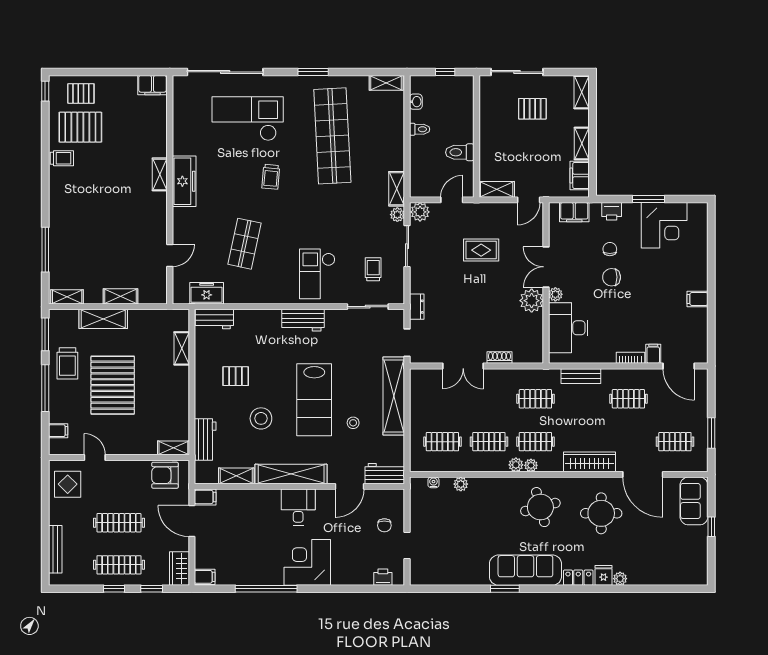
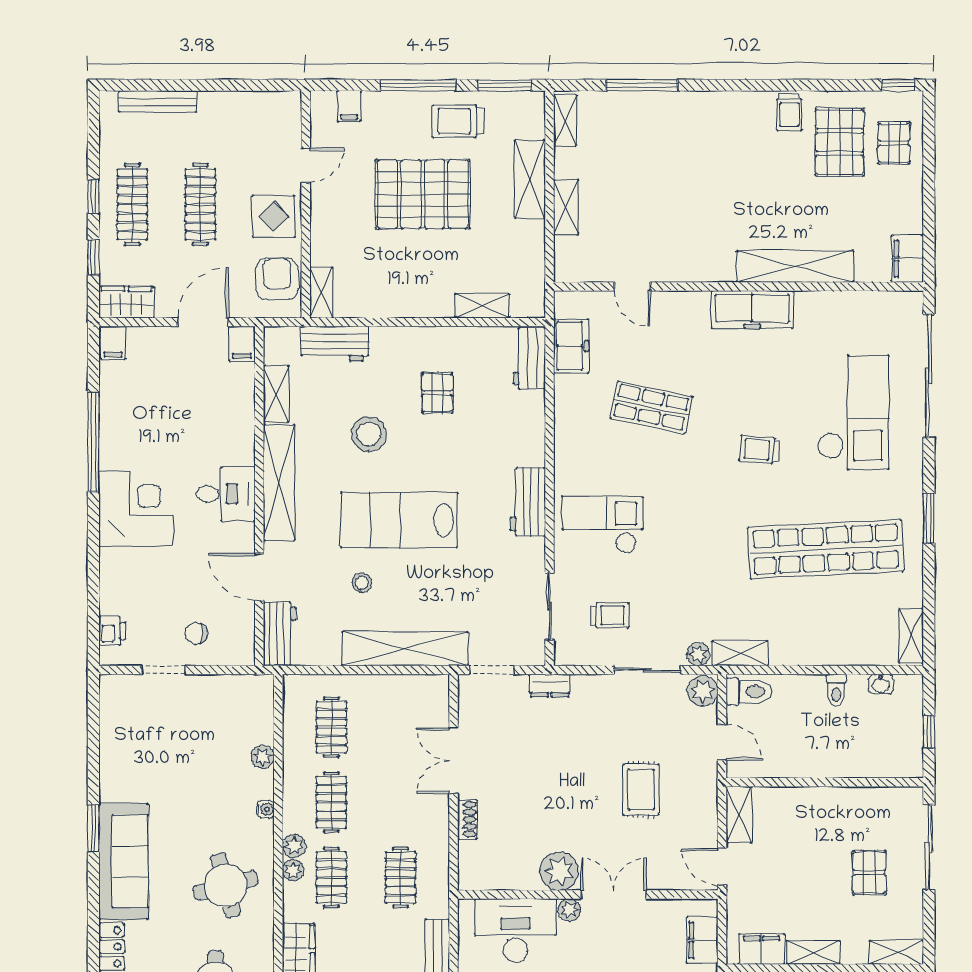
toilet: (460, 152) -> (749, 691), moved, turned 90
shelving: (160, 174) -> (795, 266), width x2.20, depth x1.33
water cooler: (433, 482) -> (265, 809), moved
display table: (68, 484) -> (274, 216), moved

